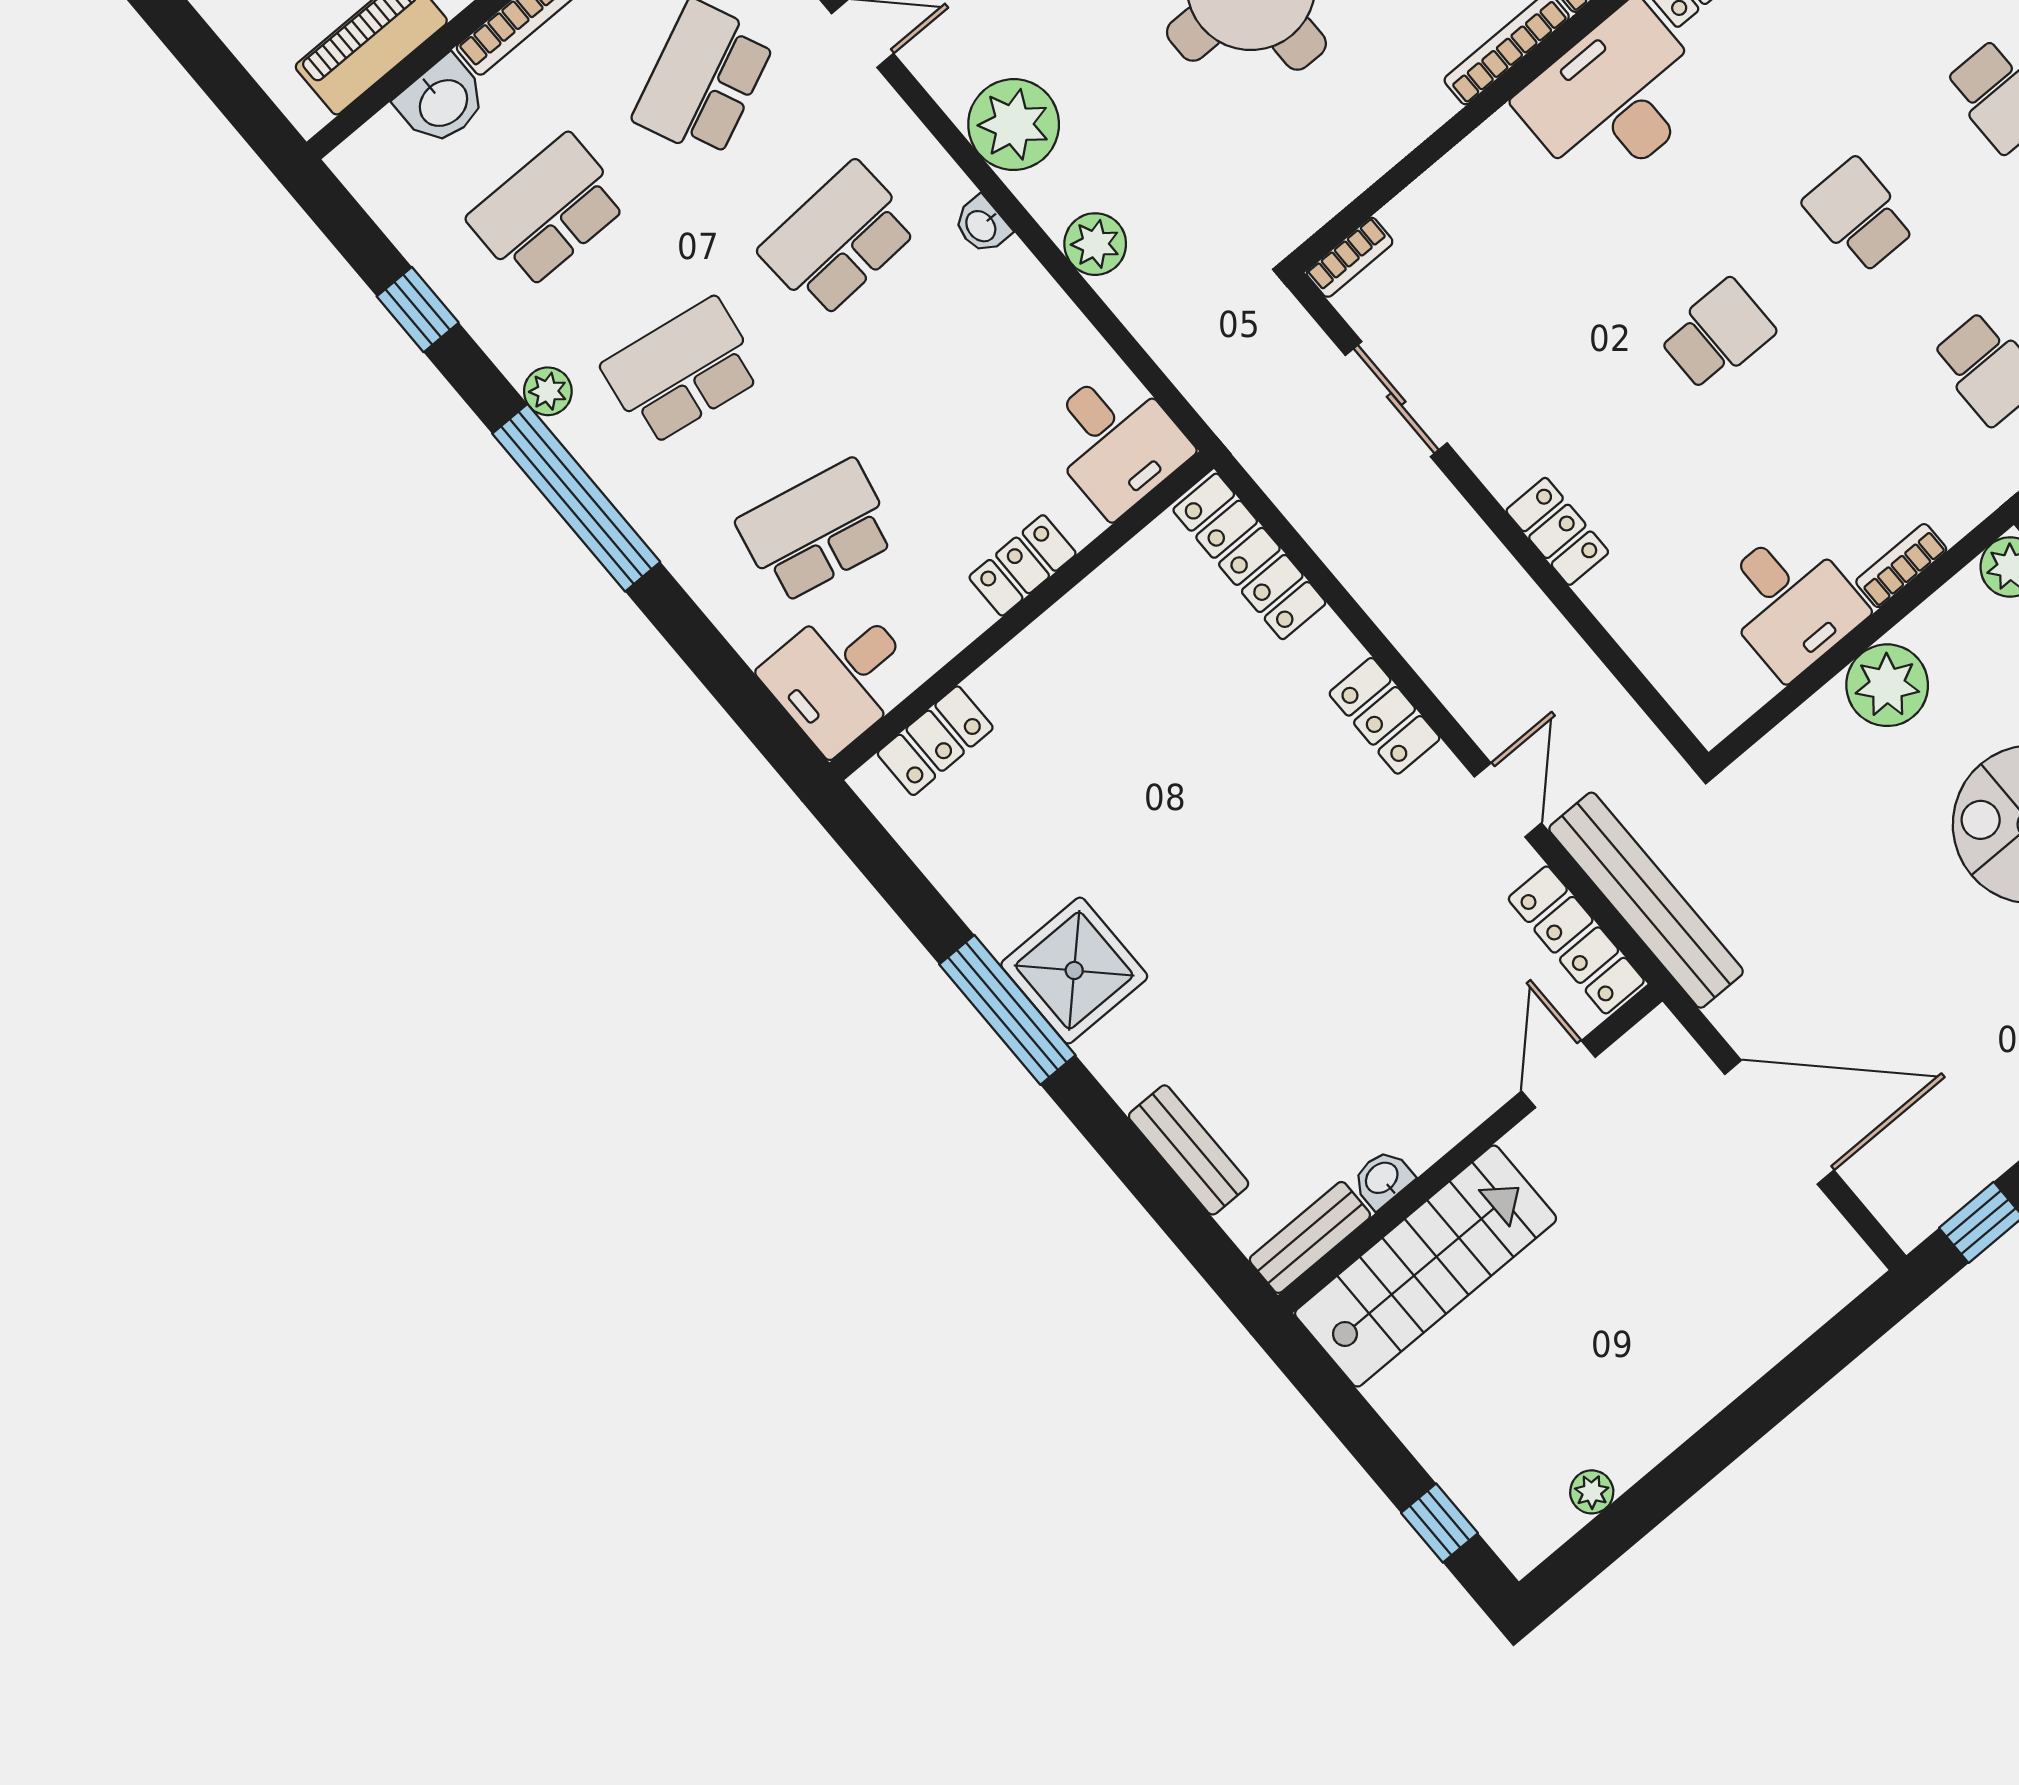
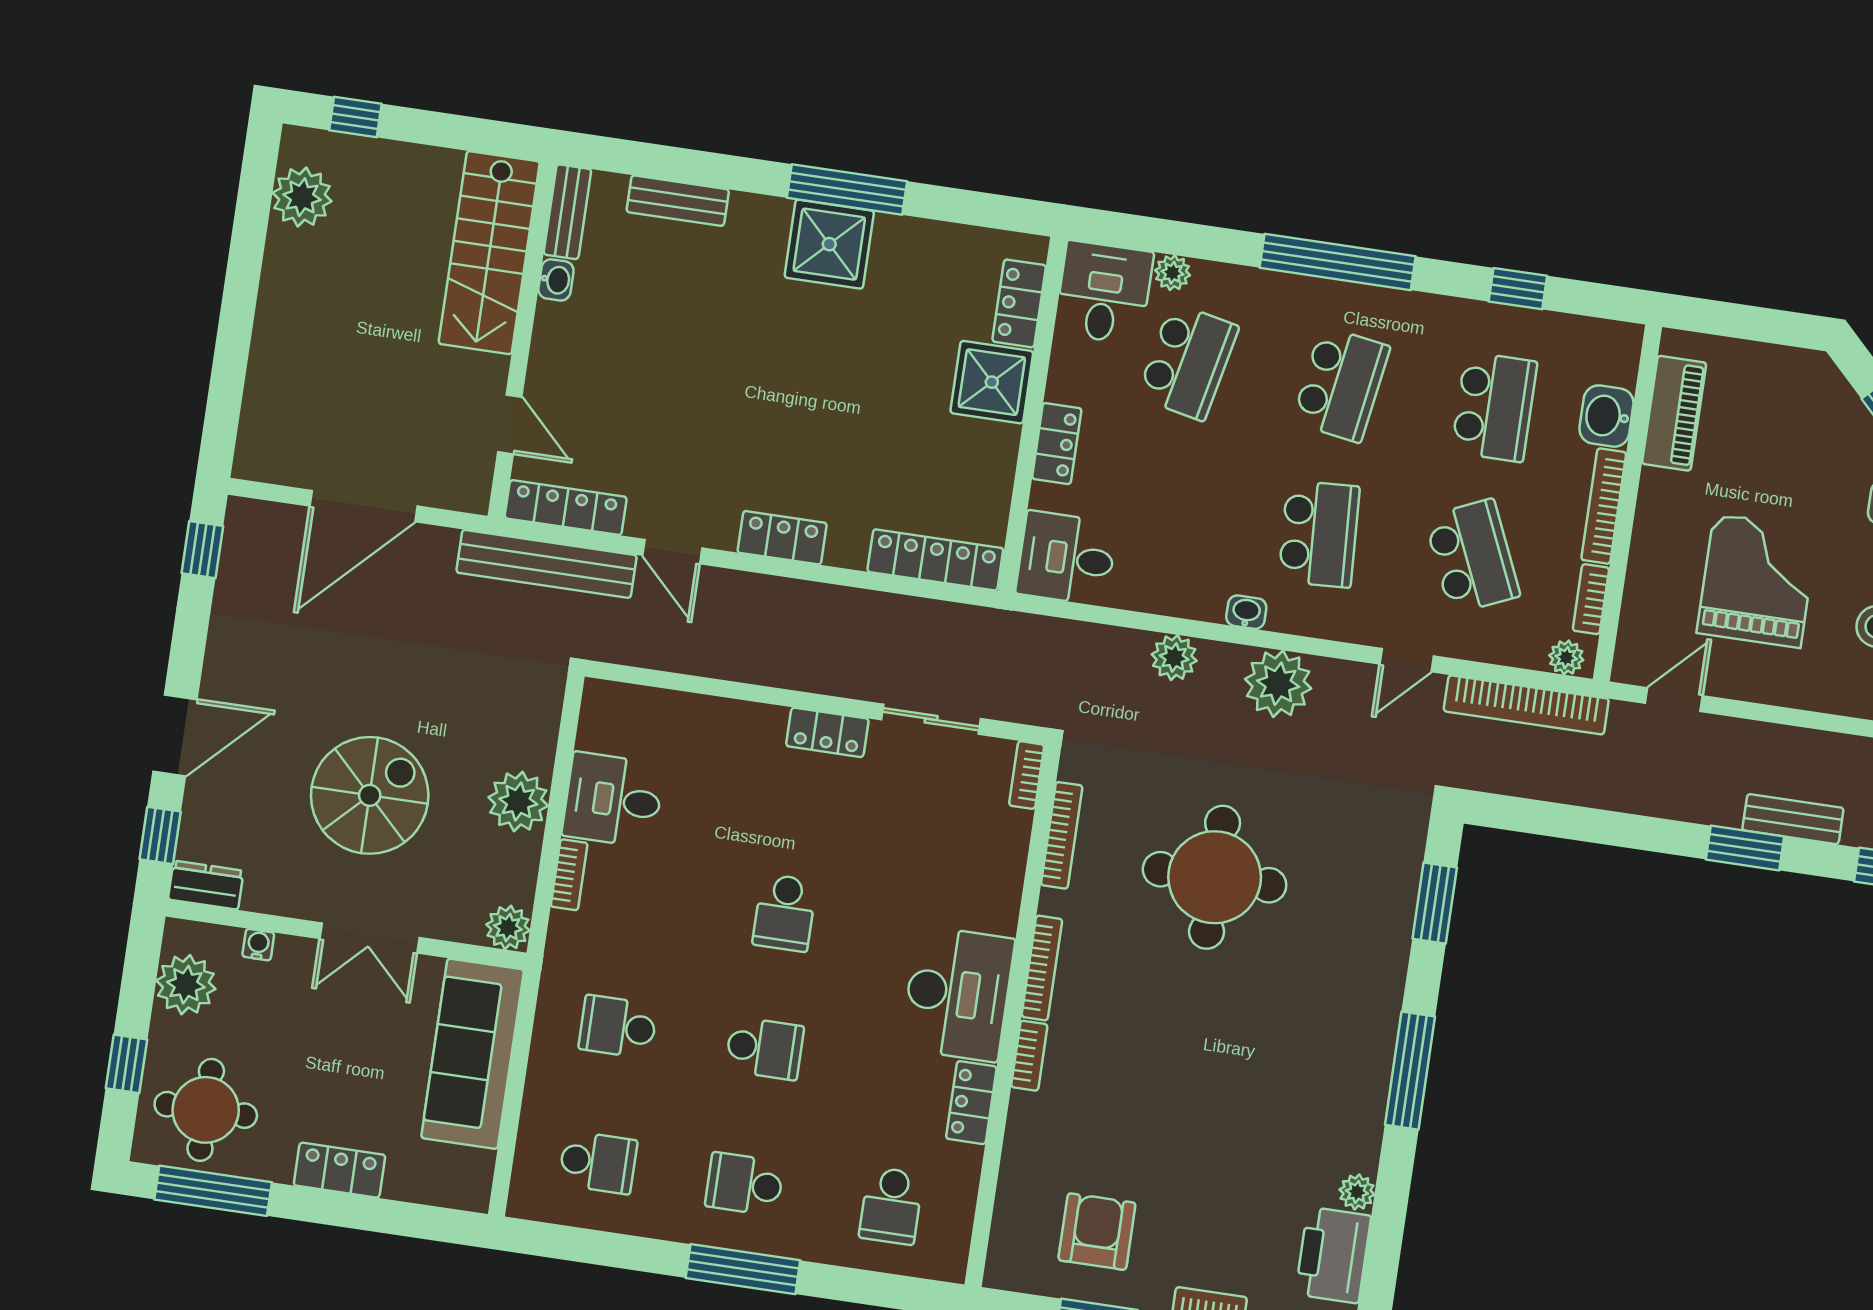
bookcase: (1368, 165) -> (1062, 835), added
plant: (548, 391) -> (1173, 273), moved
locker: (1557, 531) -> (827, 732), moved
shower: (1033, 686) -> (992, 382), added
plant: (1592, 1492) -> (302, 197), width x1.87, depth x1.87

